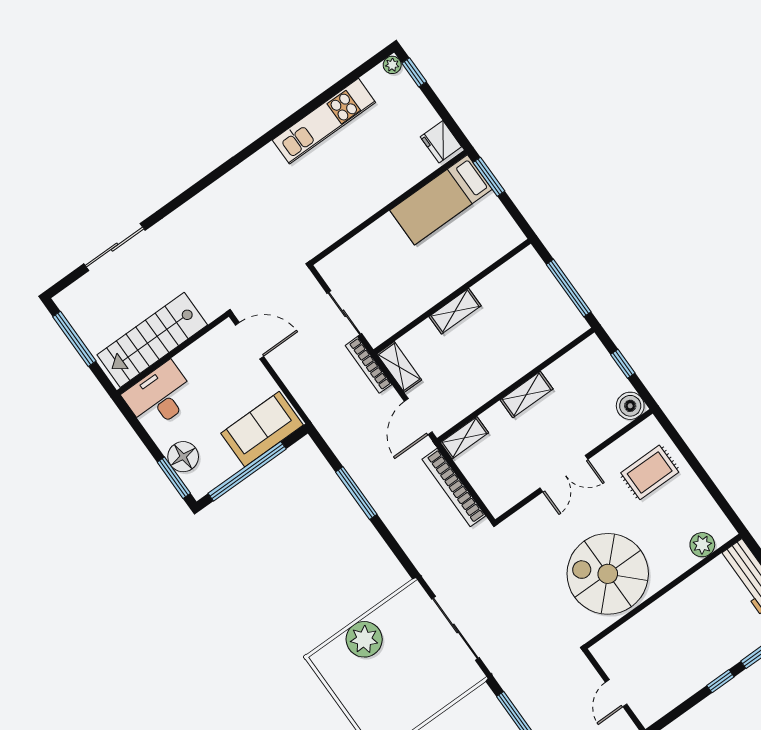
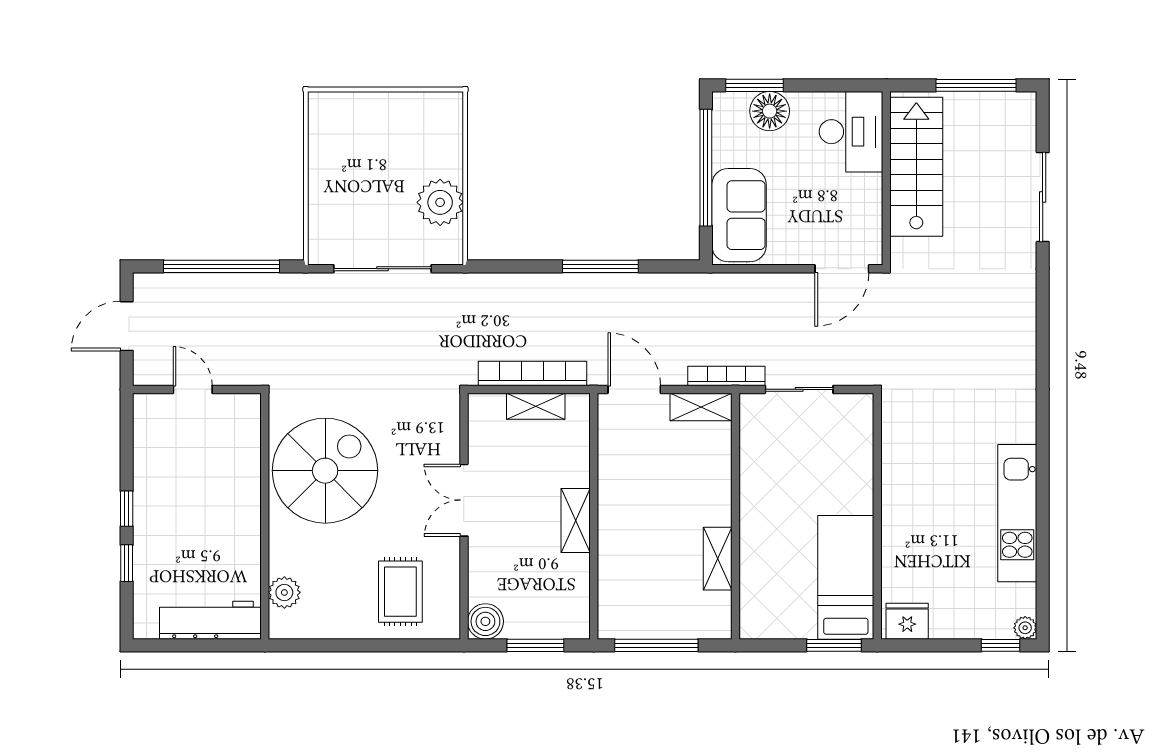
shelving: (455, 311) -> (718, 559), moved
window: (623, 364) -> (535, 645), width x1.50
shelving: (464, 438) -> (536, 406), moved, turned 90
plant: (364, 639) -> (440, 202), moved

